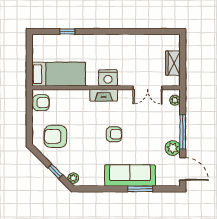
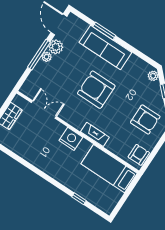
fireplace: (104, 95) -> (95, 134), moved
plant: (175, 100) -> (47, 57), moved
armchair: (41, 103) -> (139, 155), turned 90
armchair: (114, 134) -> (96, 90), width x1.88, depth x1.88

